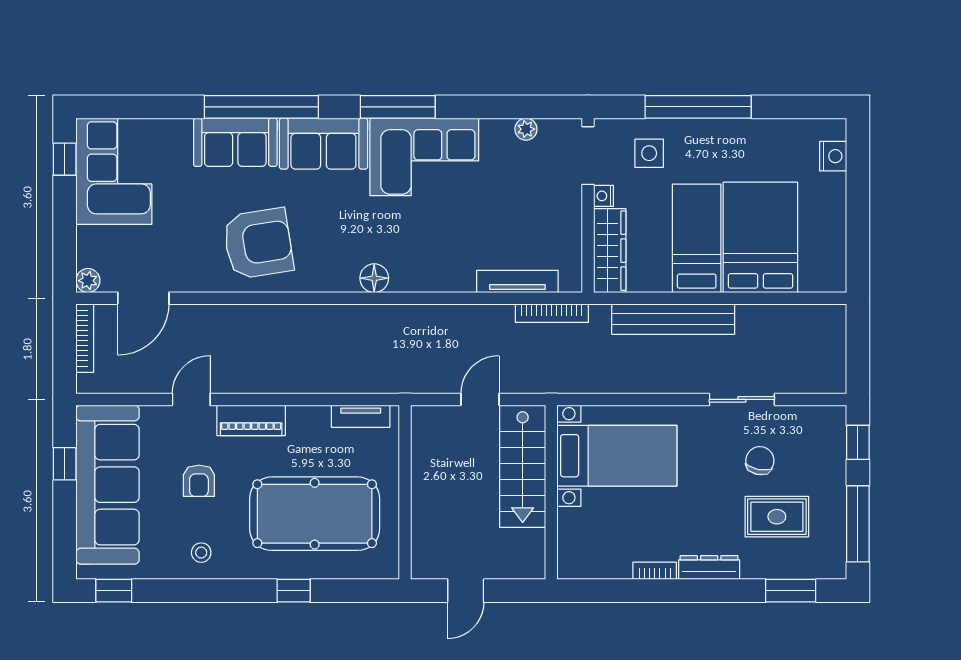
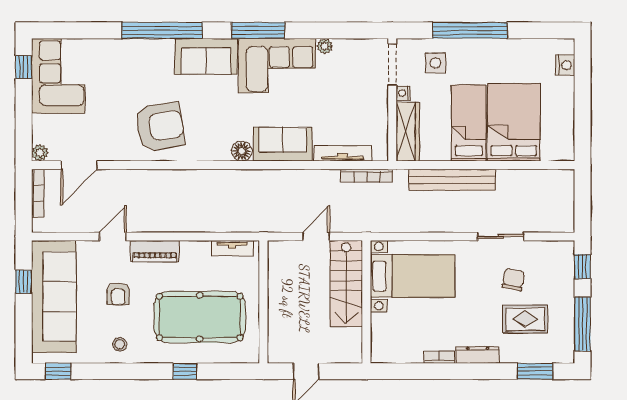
plant: (526, 129) -> (325, 46), moved
sofa: (235, 142) -> (283, 144), moved, turned 180

